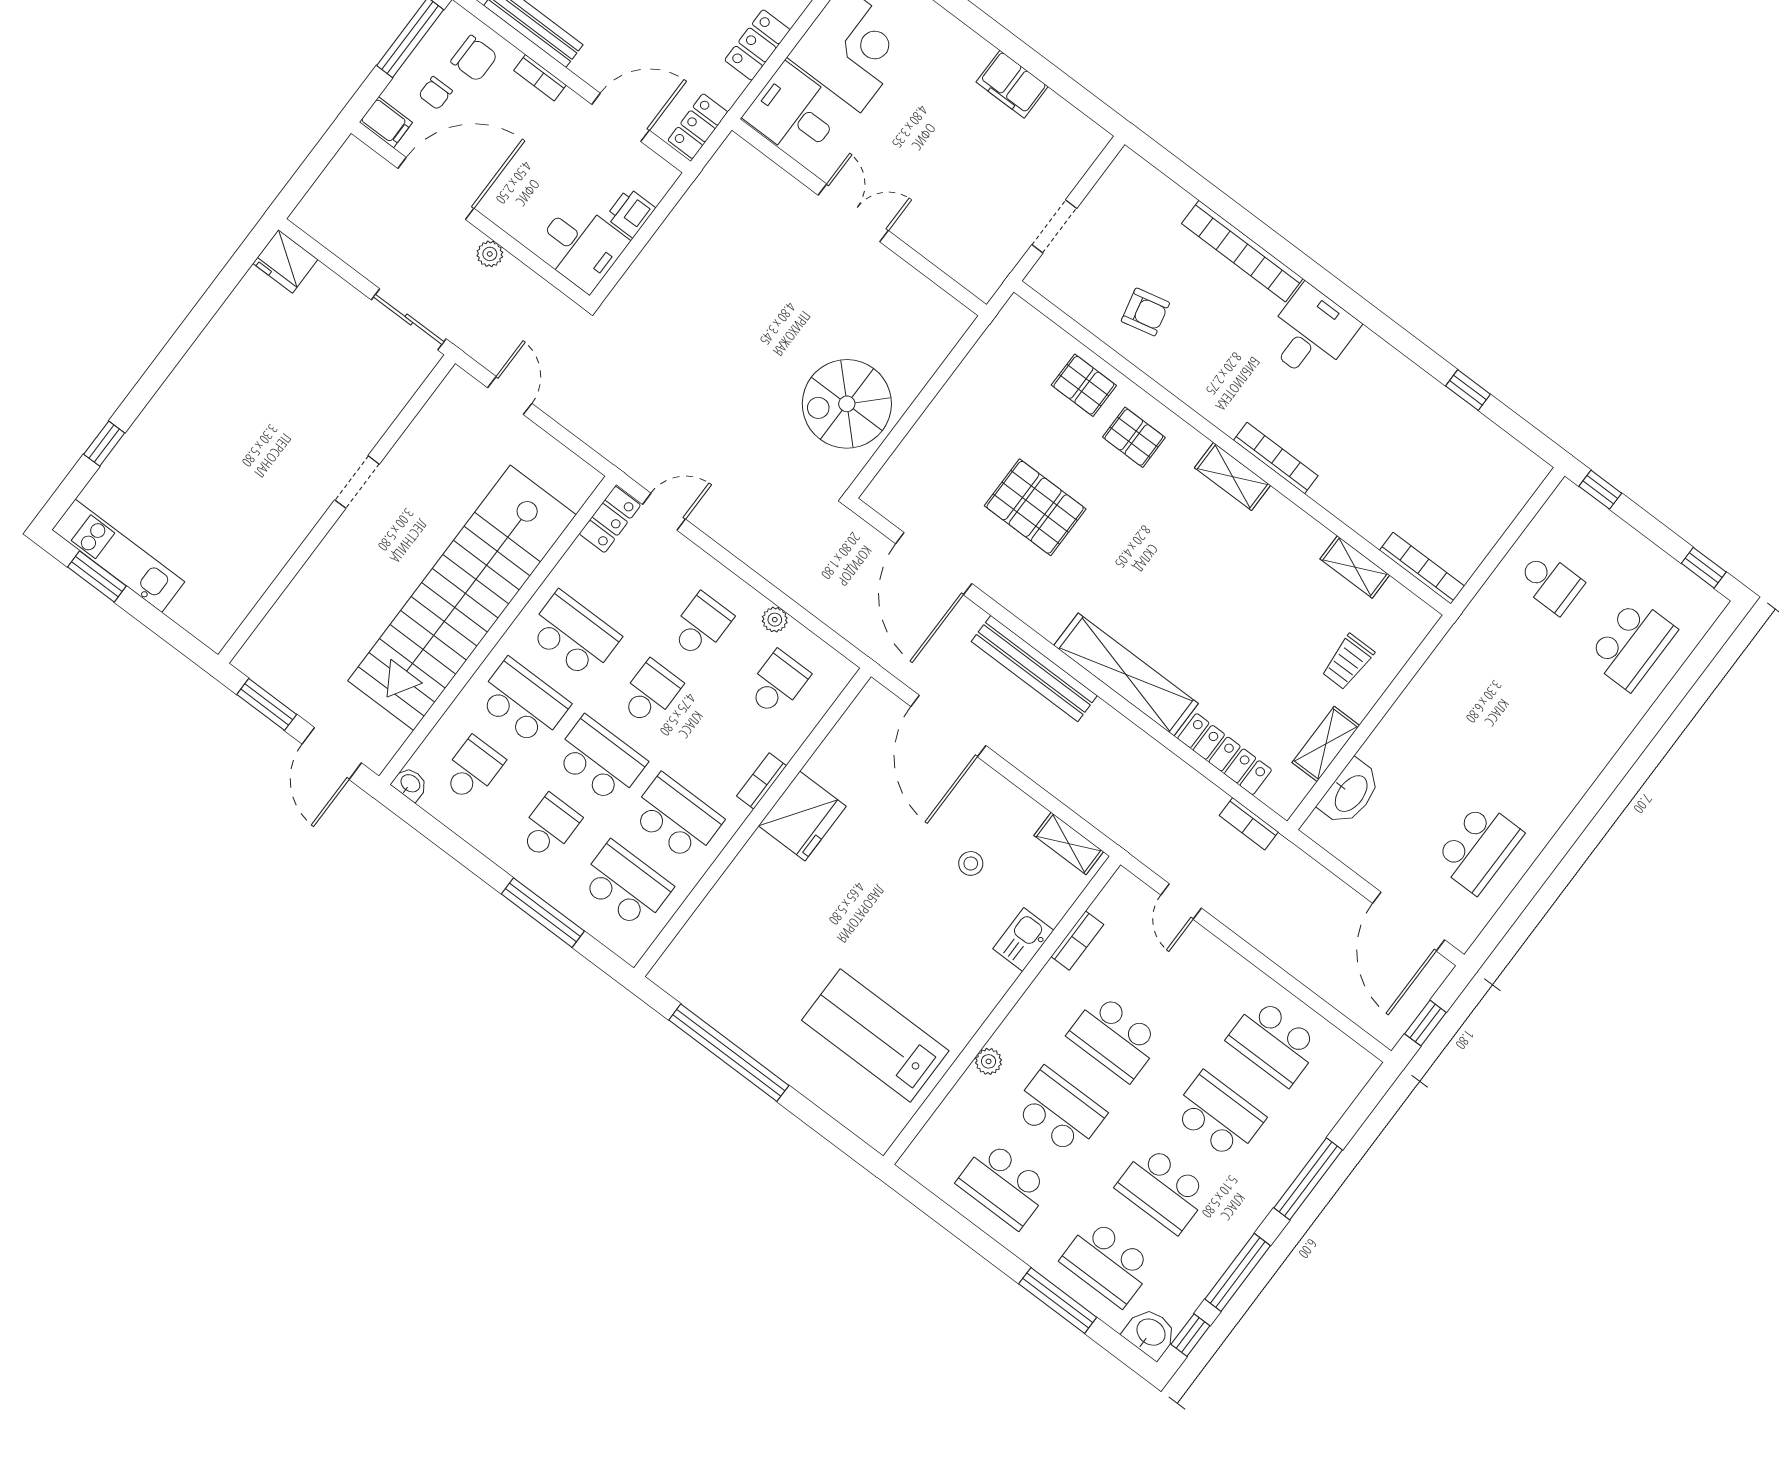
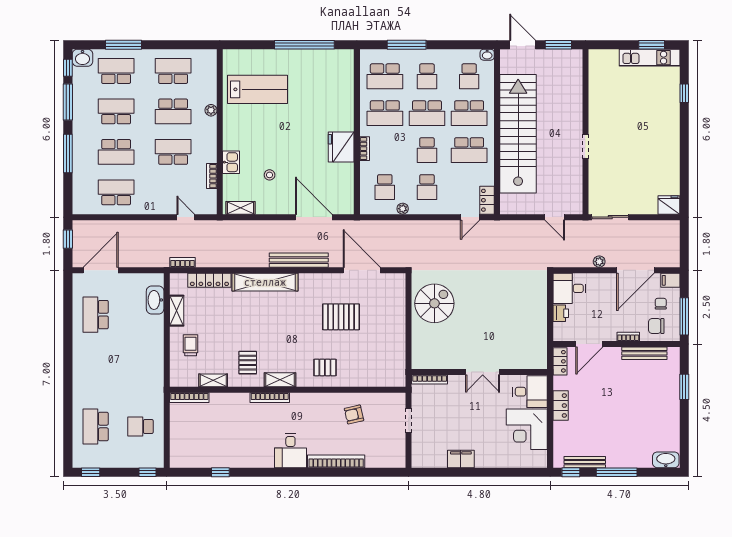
bookcase: (960, 272) -> (430, 380), added
pallet: (1084, 385) -> (248, 363), moved, turned 90
door: (1409, 922) -> (101, 270), hinge flipped

